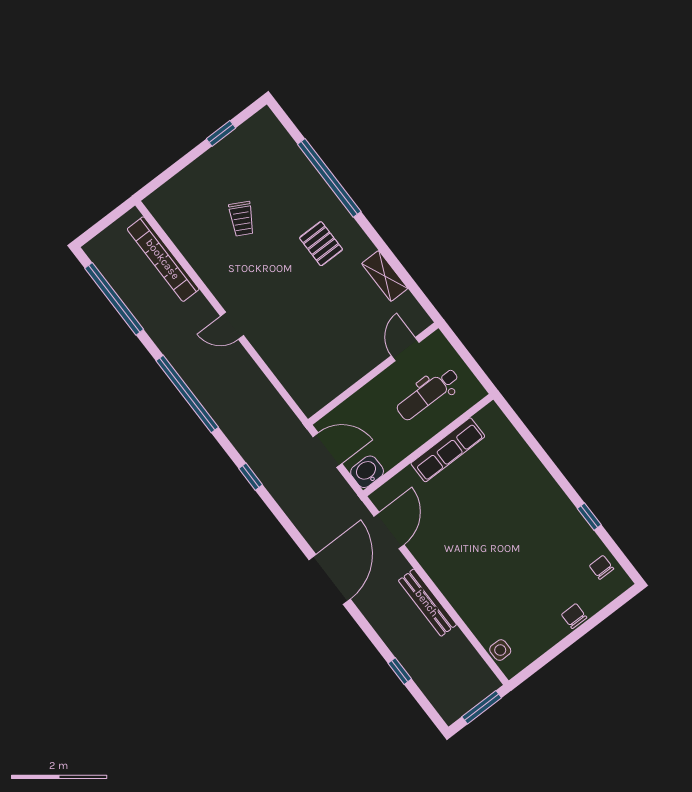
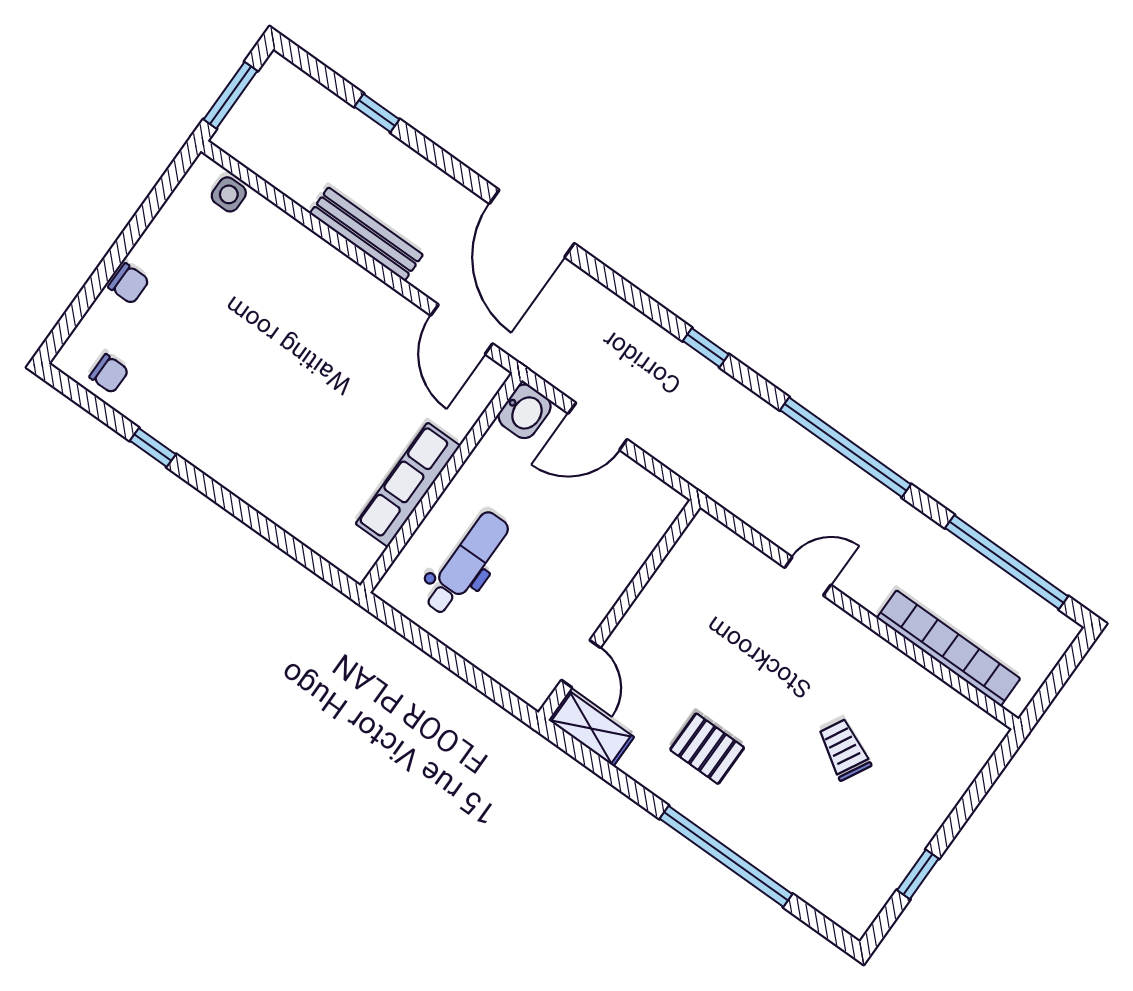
door: (405, 349) -> (581, 664), moved
wall: (373, 374) -> (619, 610), moved

